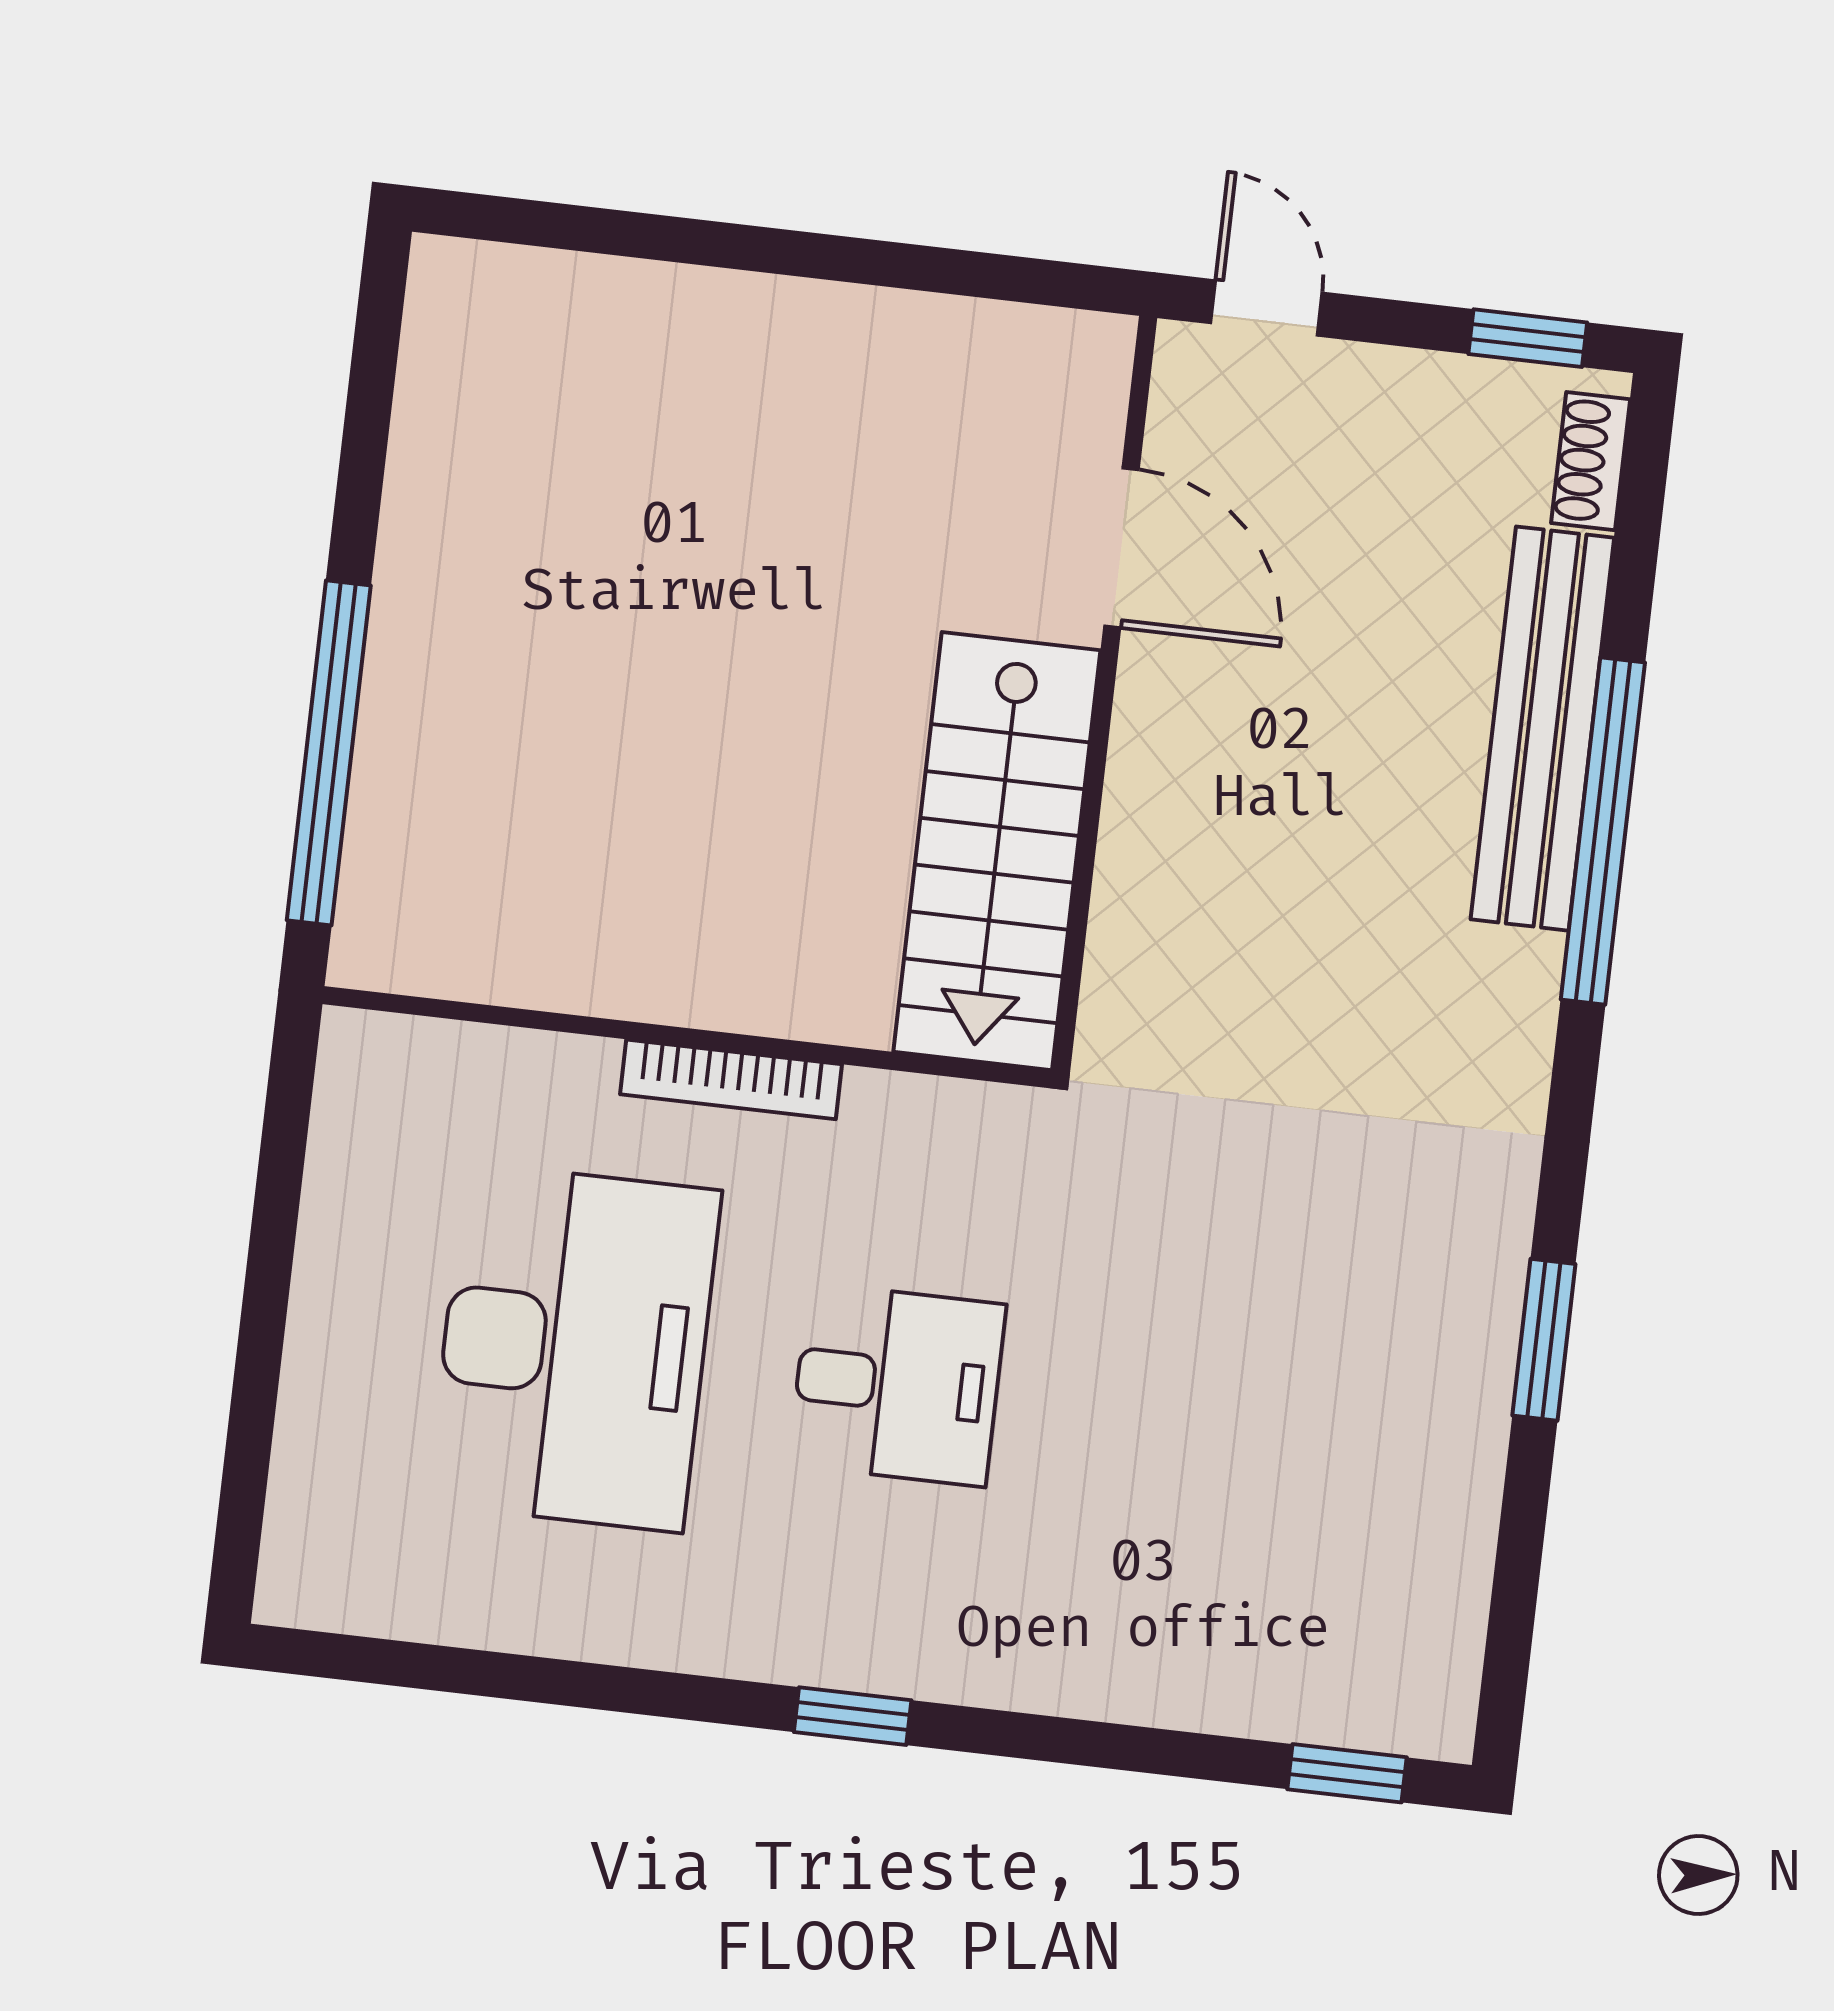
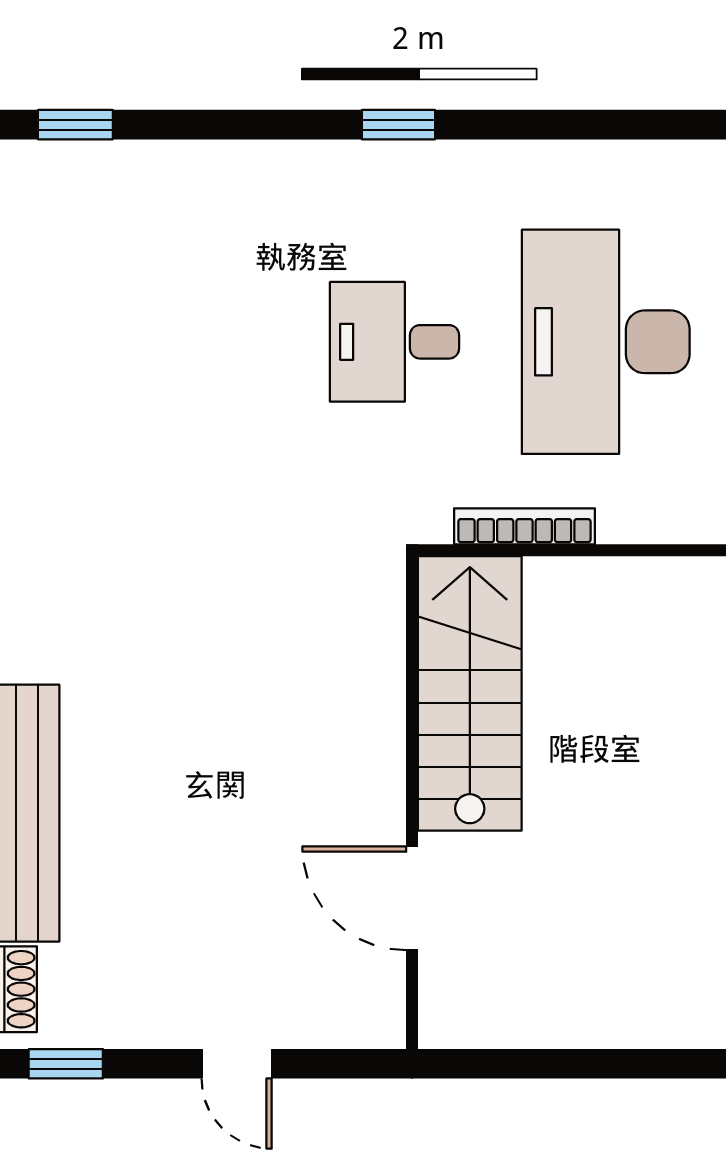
door: (1121, 548) -> (412, 898), moved
wall: (1105, 694) -> (412, 803), moved
stairs: (997, 851) -> (470, 693), moved

